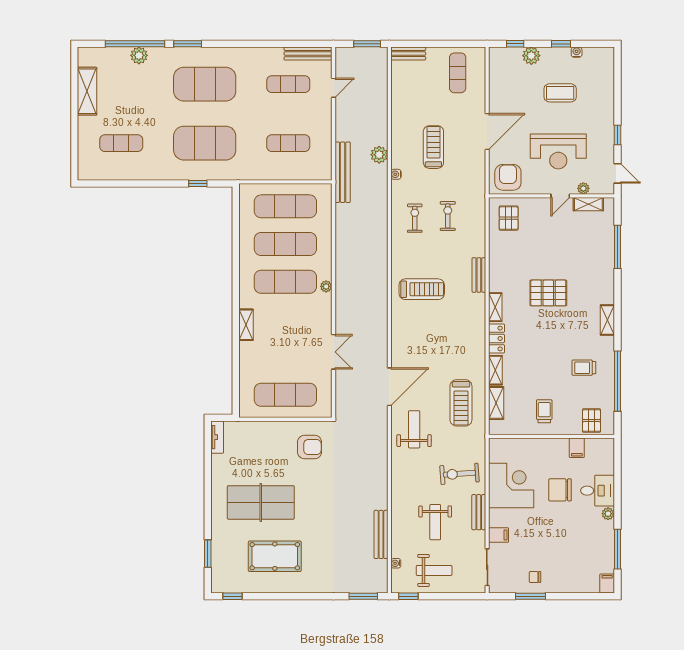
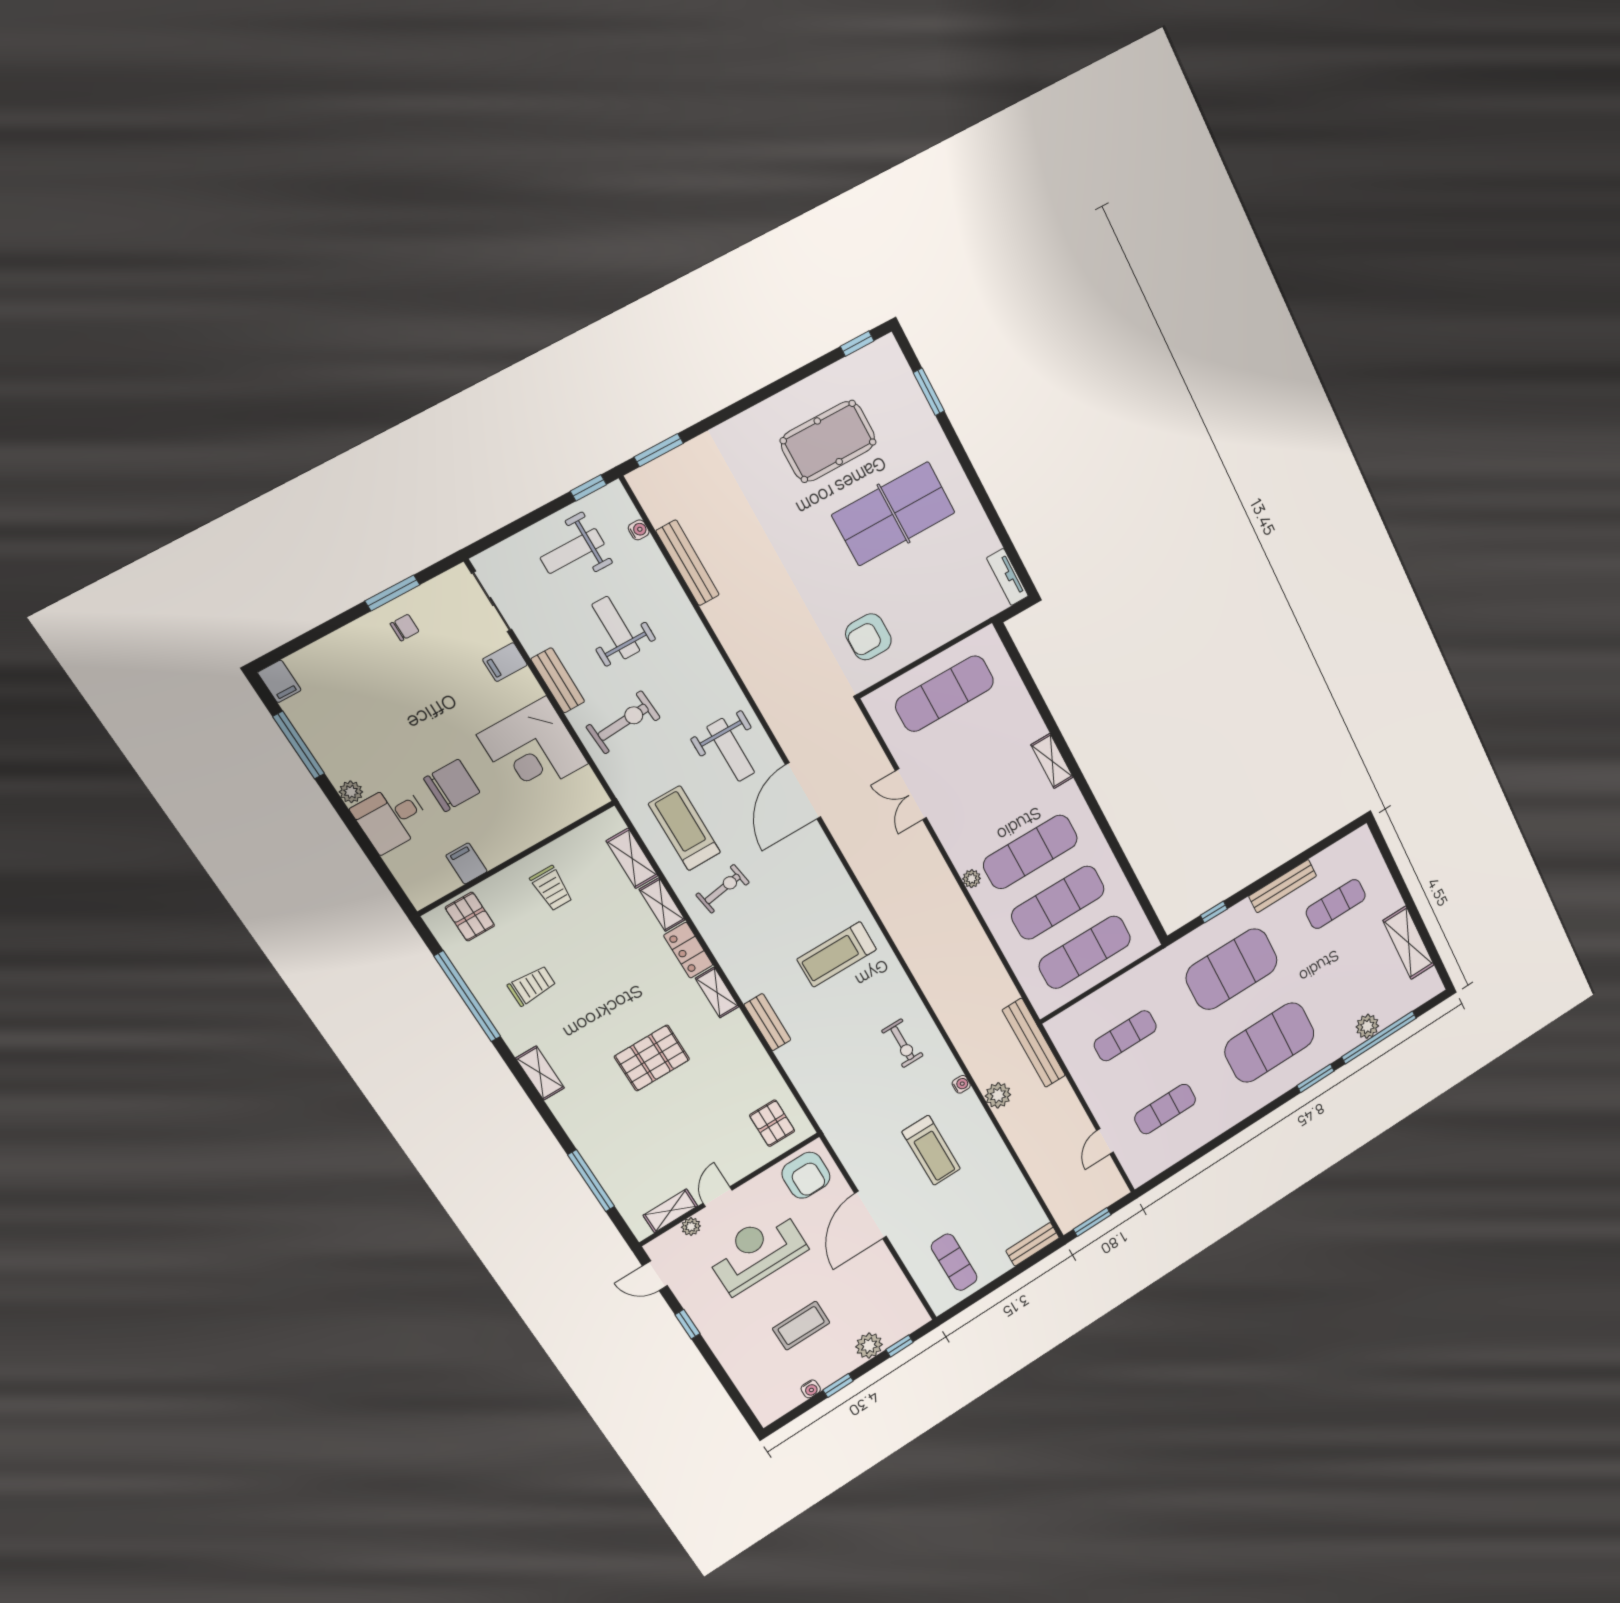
bench: (308, 54) -> (1283, 886), moved
exercise bike: (448, 216) -> (723, 889), moved, turned -99

